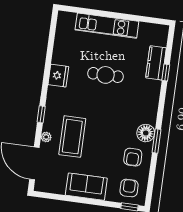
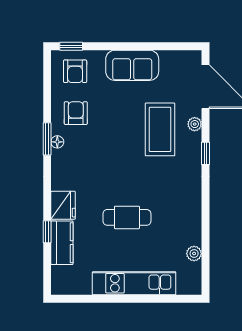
plant: (60, 42) -> (194, 253), added
fridge: (58, 76) -> (63, 205), moved, turned 180
floor lamp: (146, 133) -> (57, 142), width x0.53, depth x0.53

